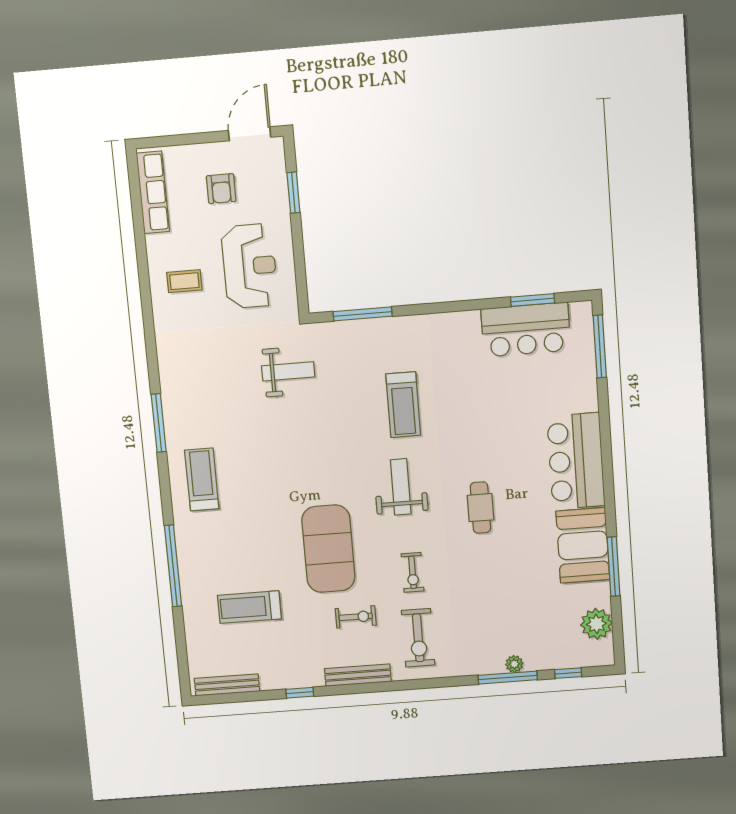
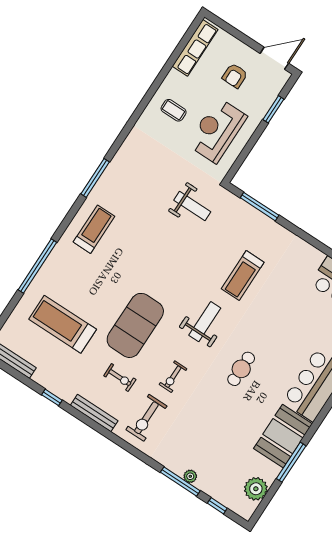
reception desk: (250, 266) -> (217, 130), turned 180
treadmill: (249, 607) -> (63, 324), width x1.37, depth x1.38

